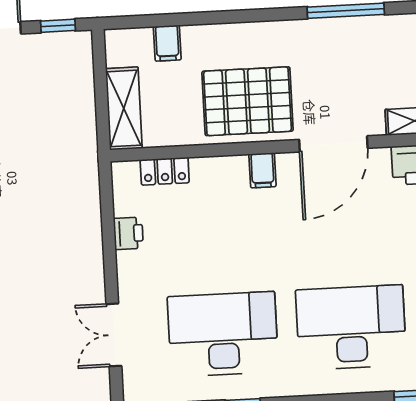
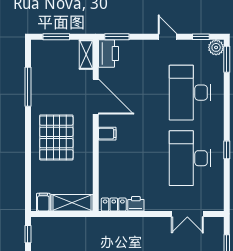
filing cabinet: (167, 43) -> (43, 202), moved, turned -90
pallet: (247, 101) -> (56, 137), moved
locker: (165, 171) -> (114, 205), moved, turned -90

